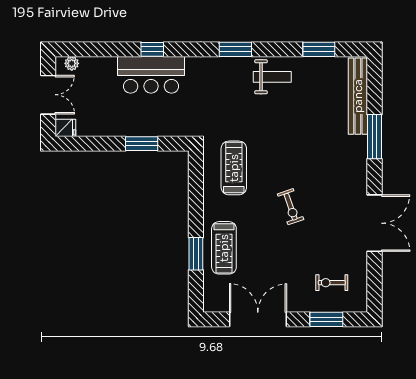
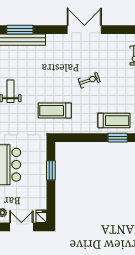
window: (374, 137) -> (20, 30), moved
treadmill: (234, 168) -> (55, 111), moved
double door: (374, 223) -> (84, 30), moved

